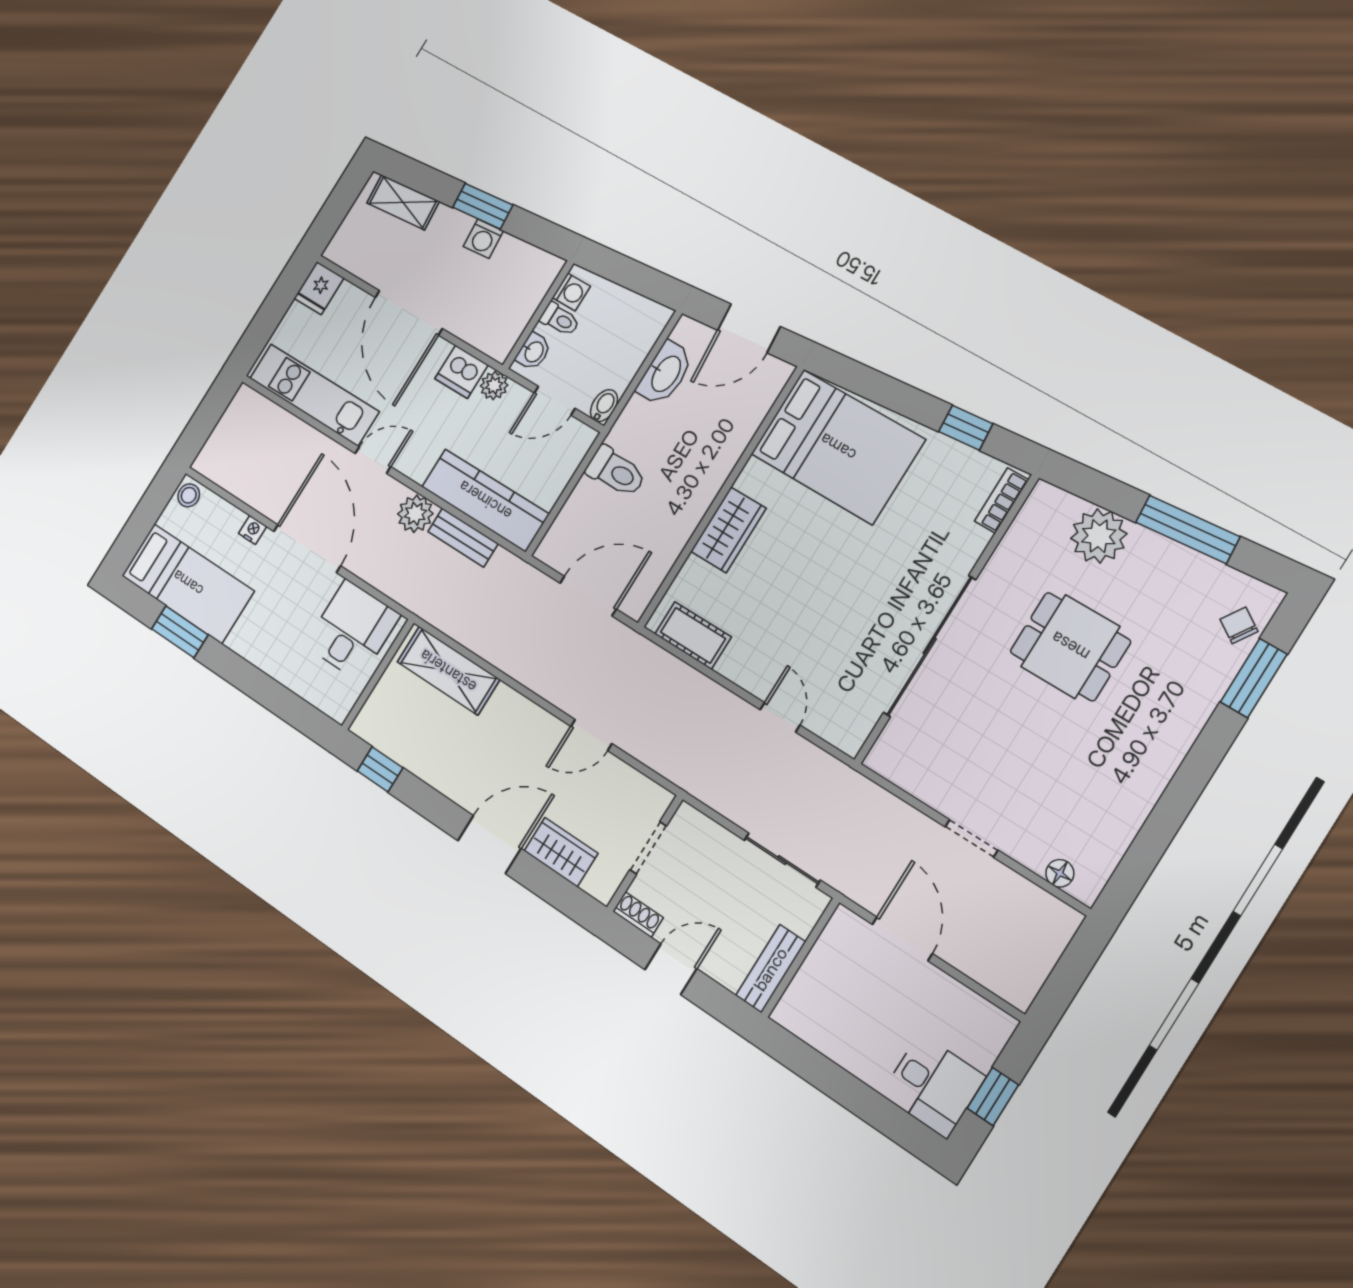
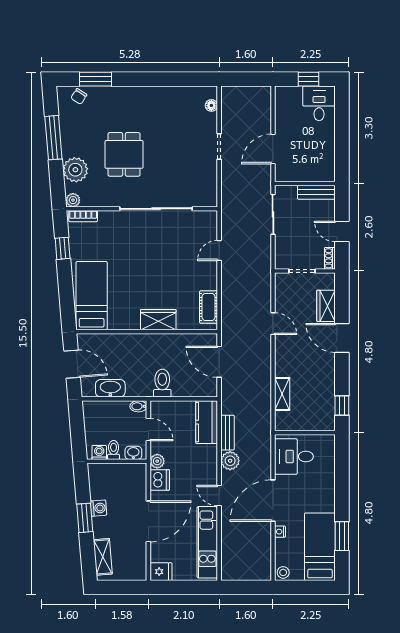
bed: (838, 447) -> (92, 296), width x0.67
plant: (1044, 498) -> (73, 200), added
kitchen counter: (485, 500) -> (207, 422), width x0.67
shelving: (448, 671) -> (282, 394), width x0.67, depth x0.75

